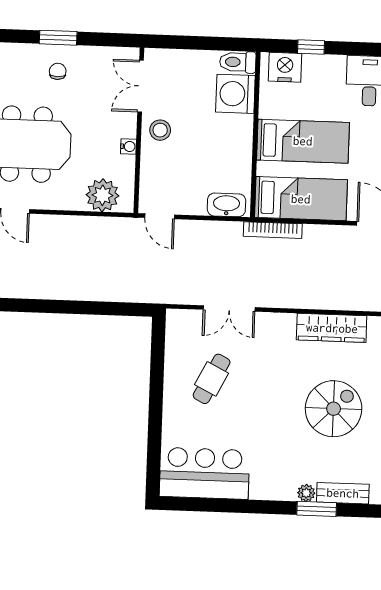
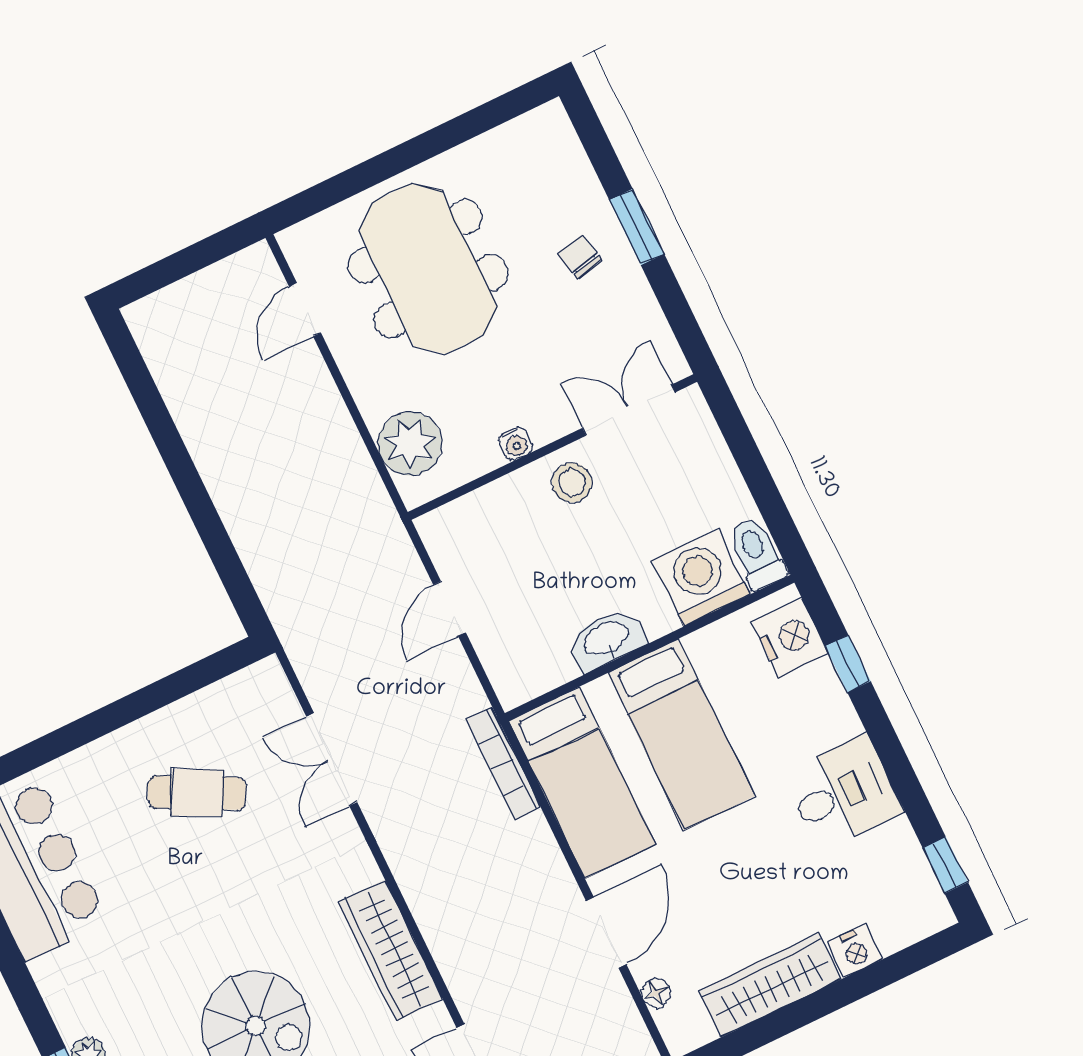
chair: (58, 71) -> (579, 257), turned -103
washbasin: (226, 205) -> (606, 639), moved, turned -90
door: (160, 216) -> (450, 609), moved

